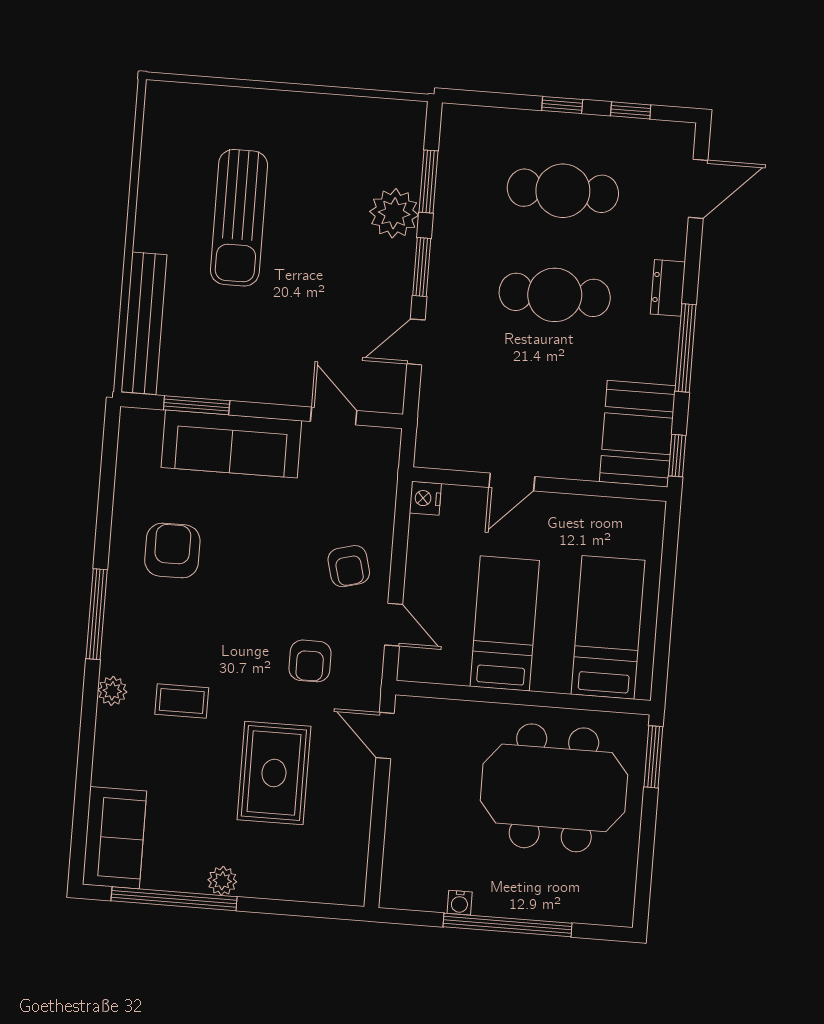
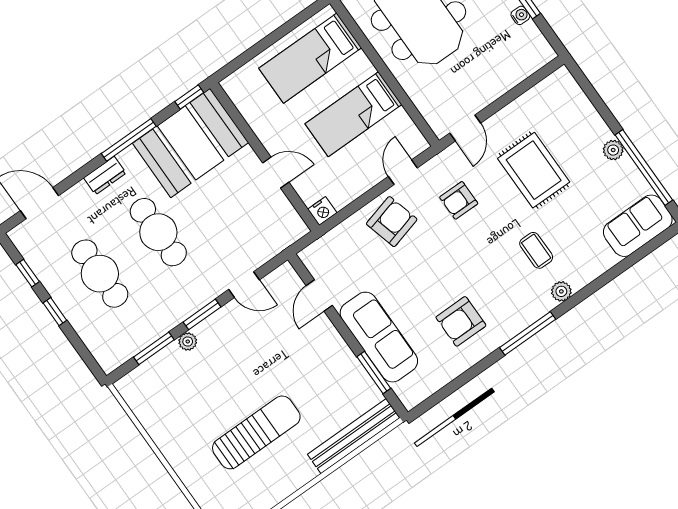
plant: (394, 213) -> (188, 342), width x0.53, depth x0.53
booth: (638, 434) -> (191, 143), width x1.36, depth x1.42
armchair: (349, 566) -> (392, 222), width x1.38, depth x1.38
armchair: (310, 661) -> (459, 200), turned 180
rug: (274, 773) -> (534, 170), turned 90

